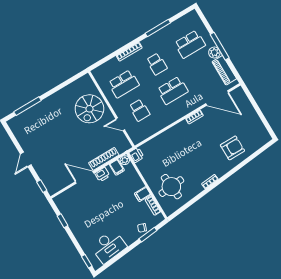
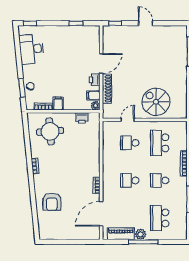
school desk: (173, 90) -> (130, 180), width x0.54
printer: (136, 155) -> (82, 118), moved

